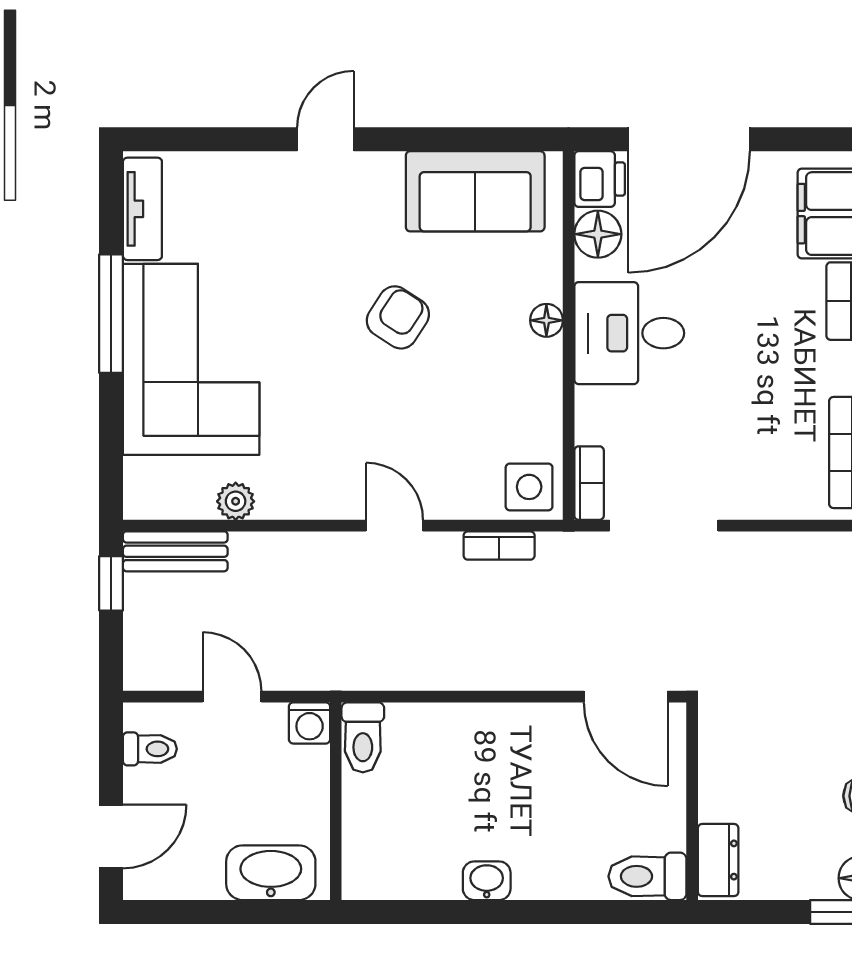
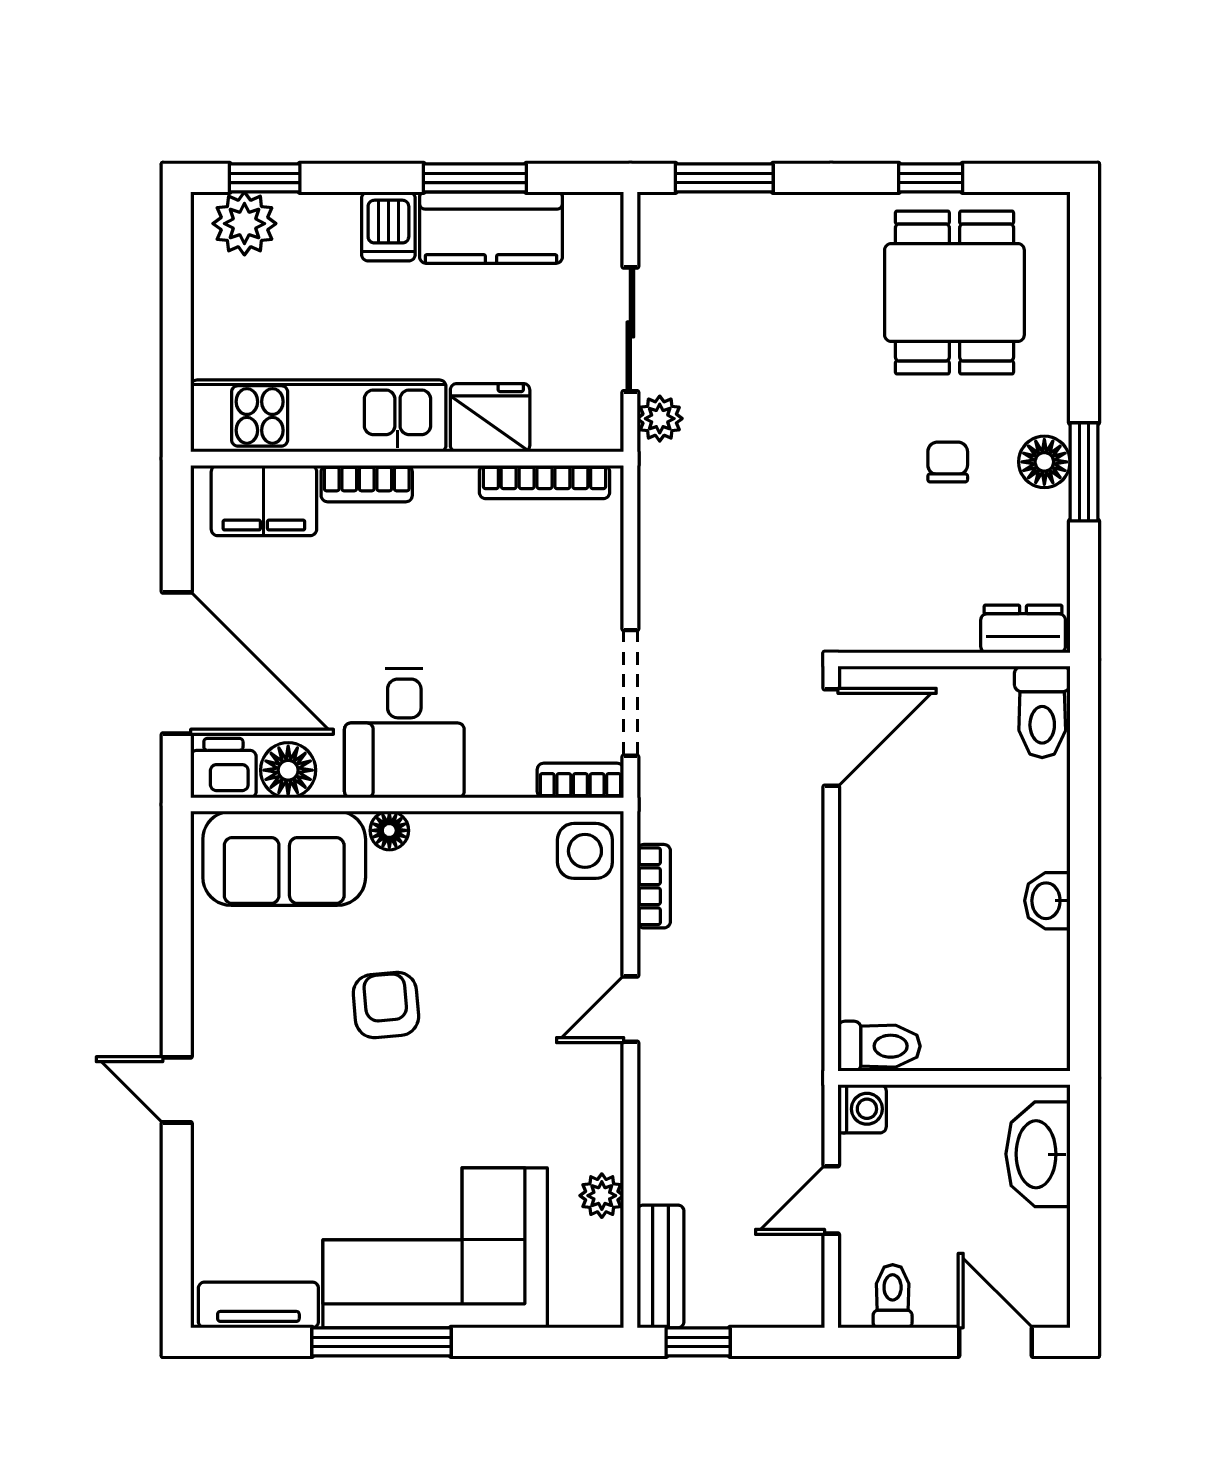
sofa: (475, 191) -> (284, 858), moved, turned 90
armchair: (398, 317) -> (386, 1005), turned 52

